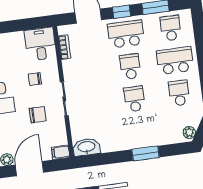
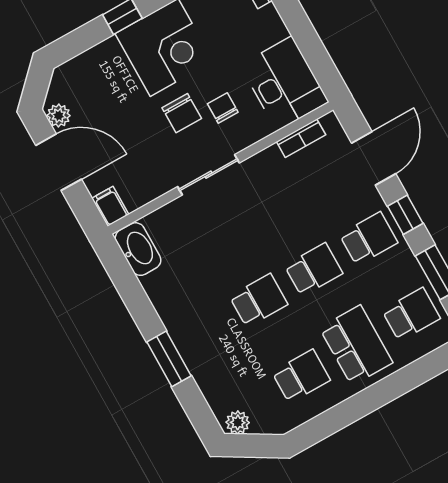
school desk: (126, 34) -> (369, 239), width x0.54
desk: (40, 44) -> (284, 84), width x1.37
chair: (38, 115) -> (182, 113), moved

